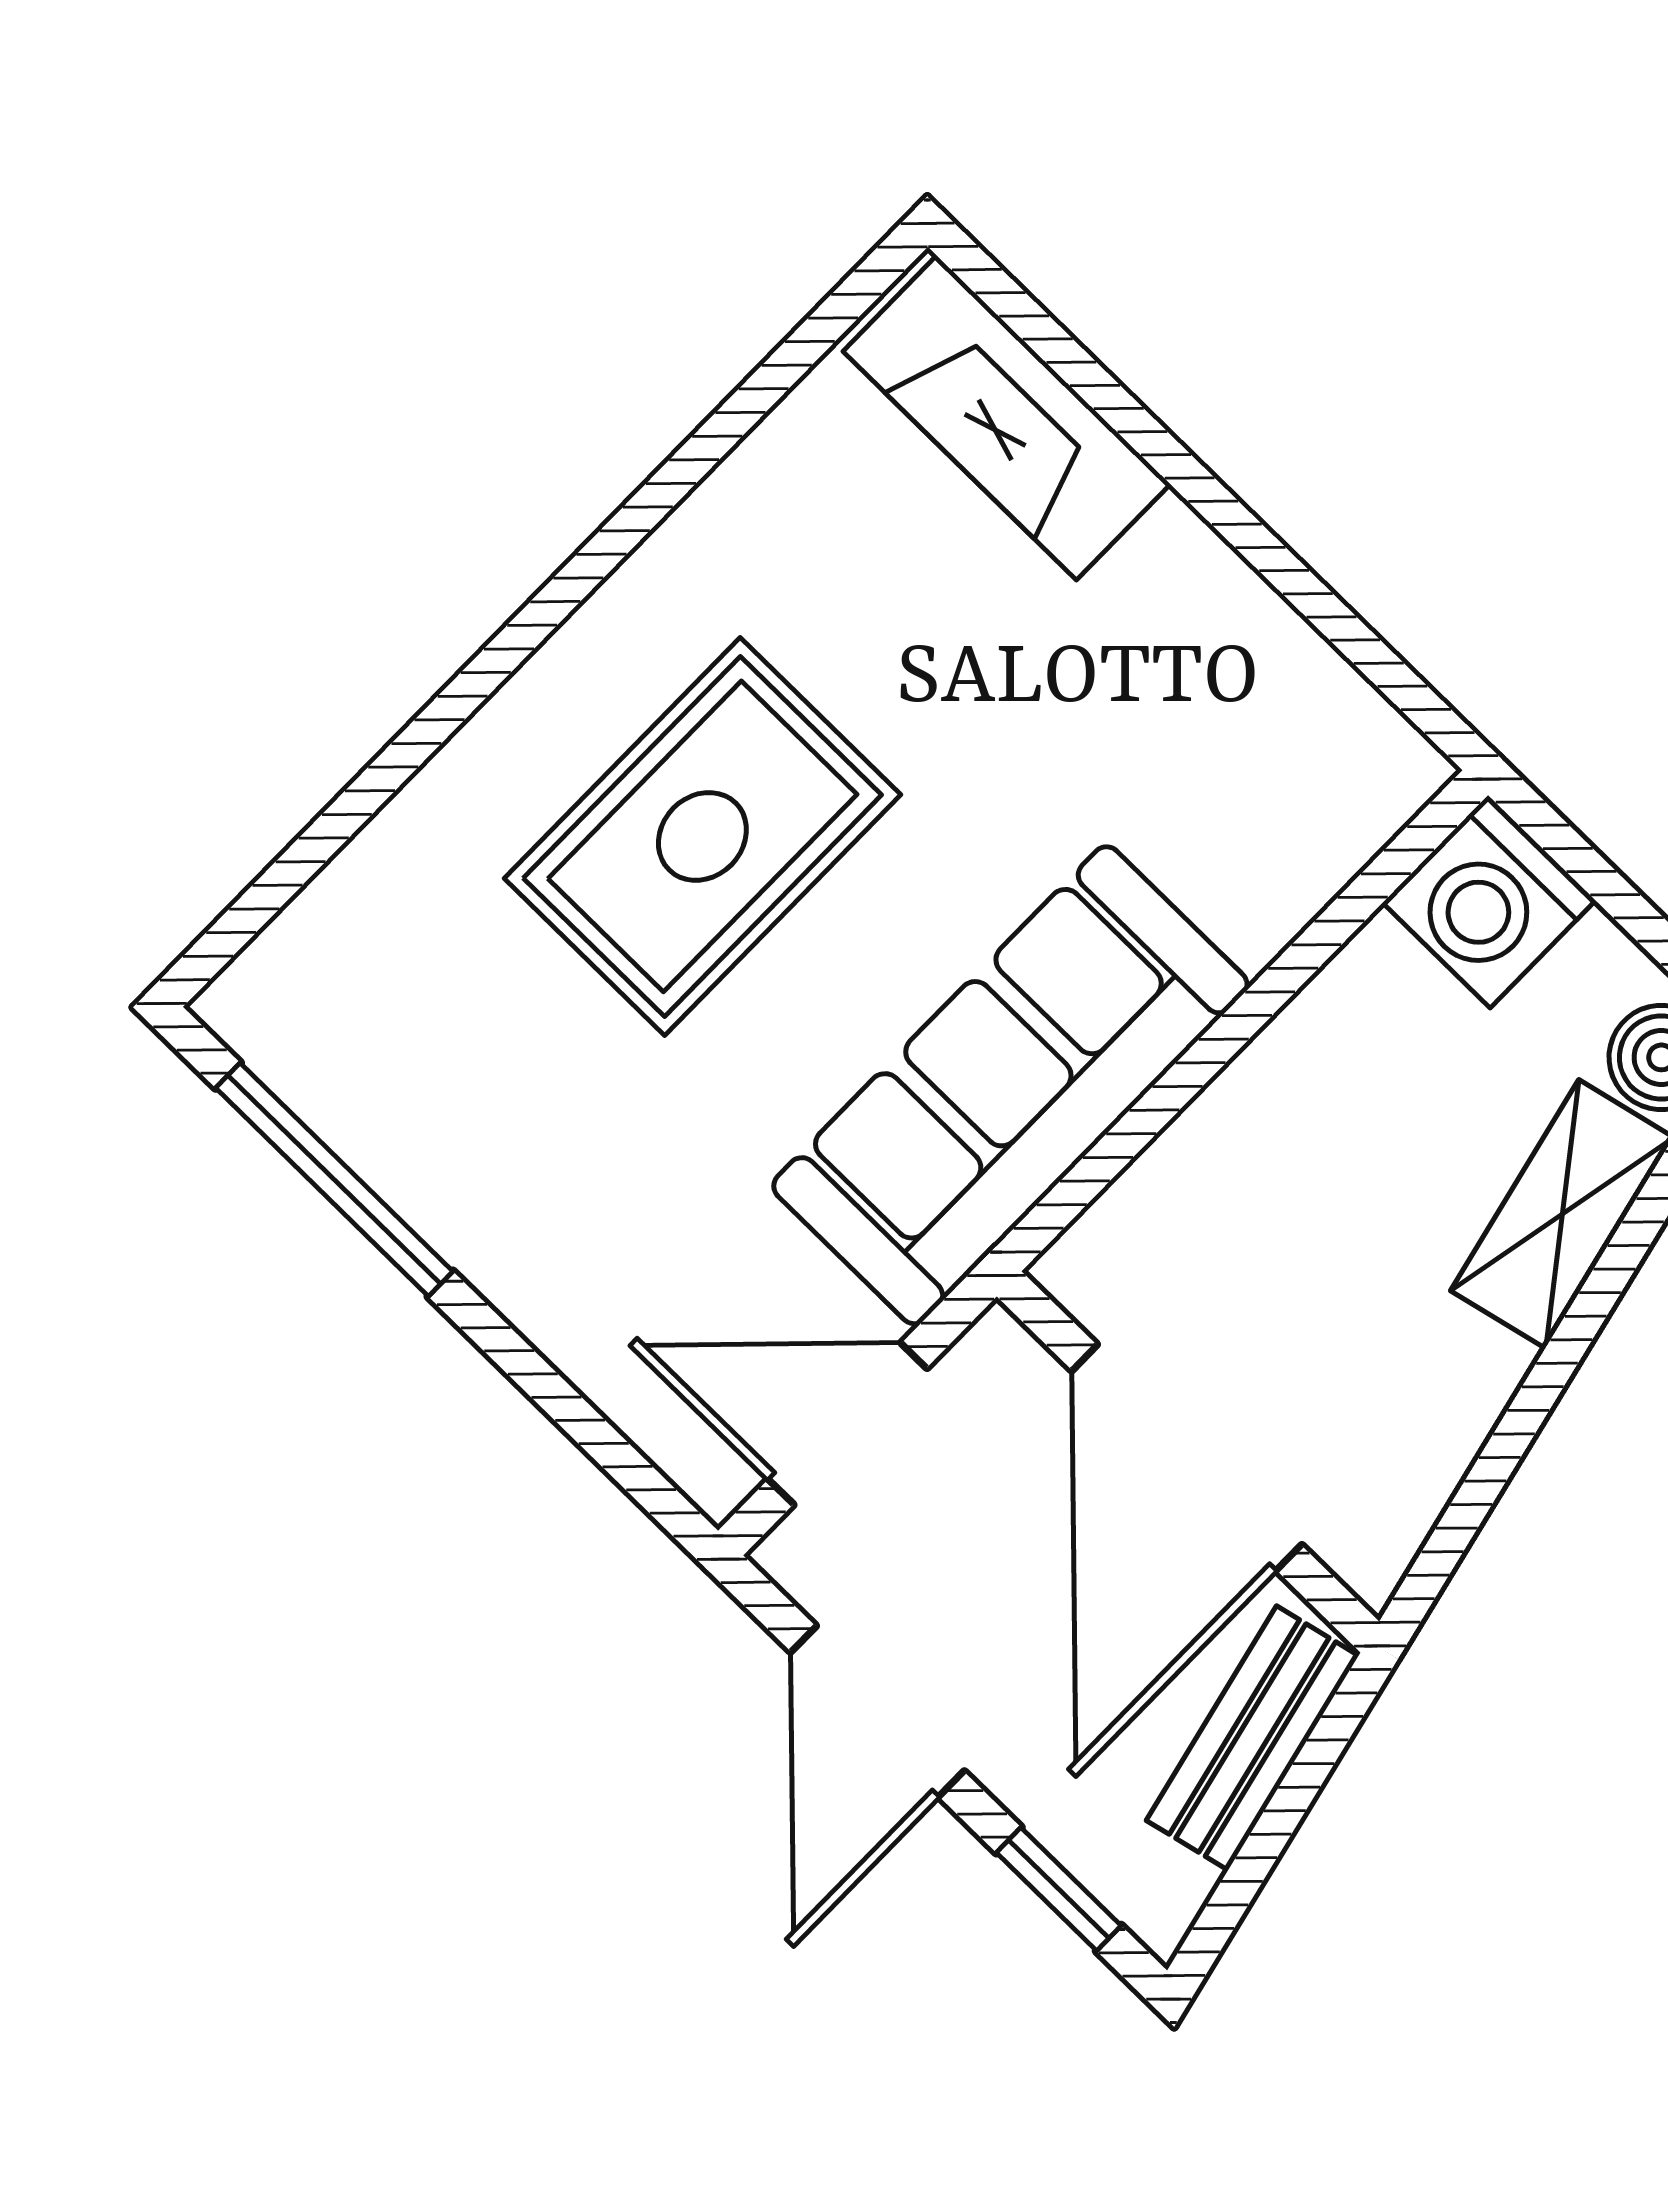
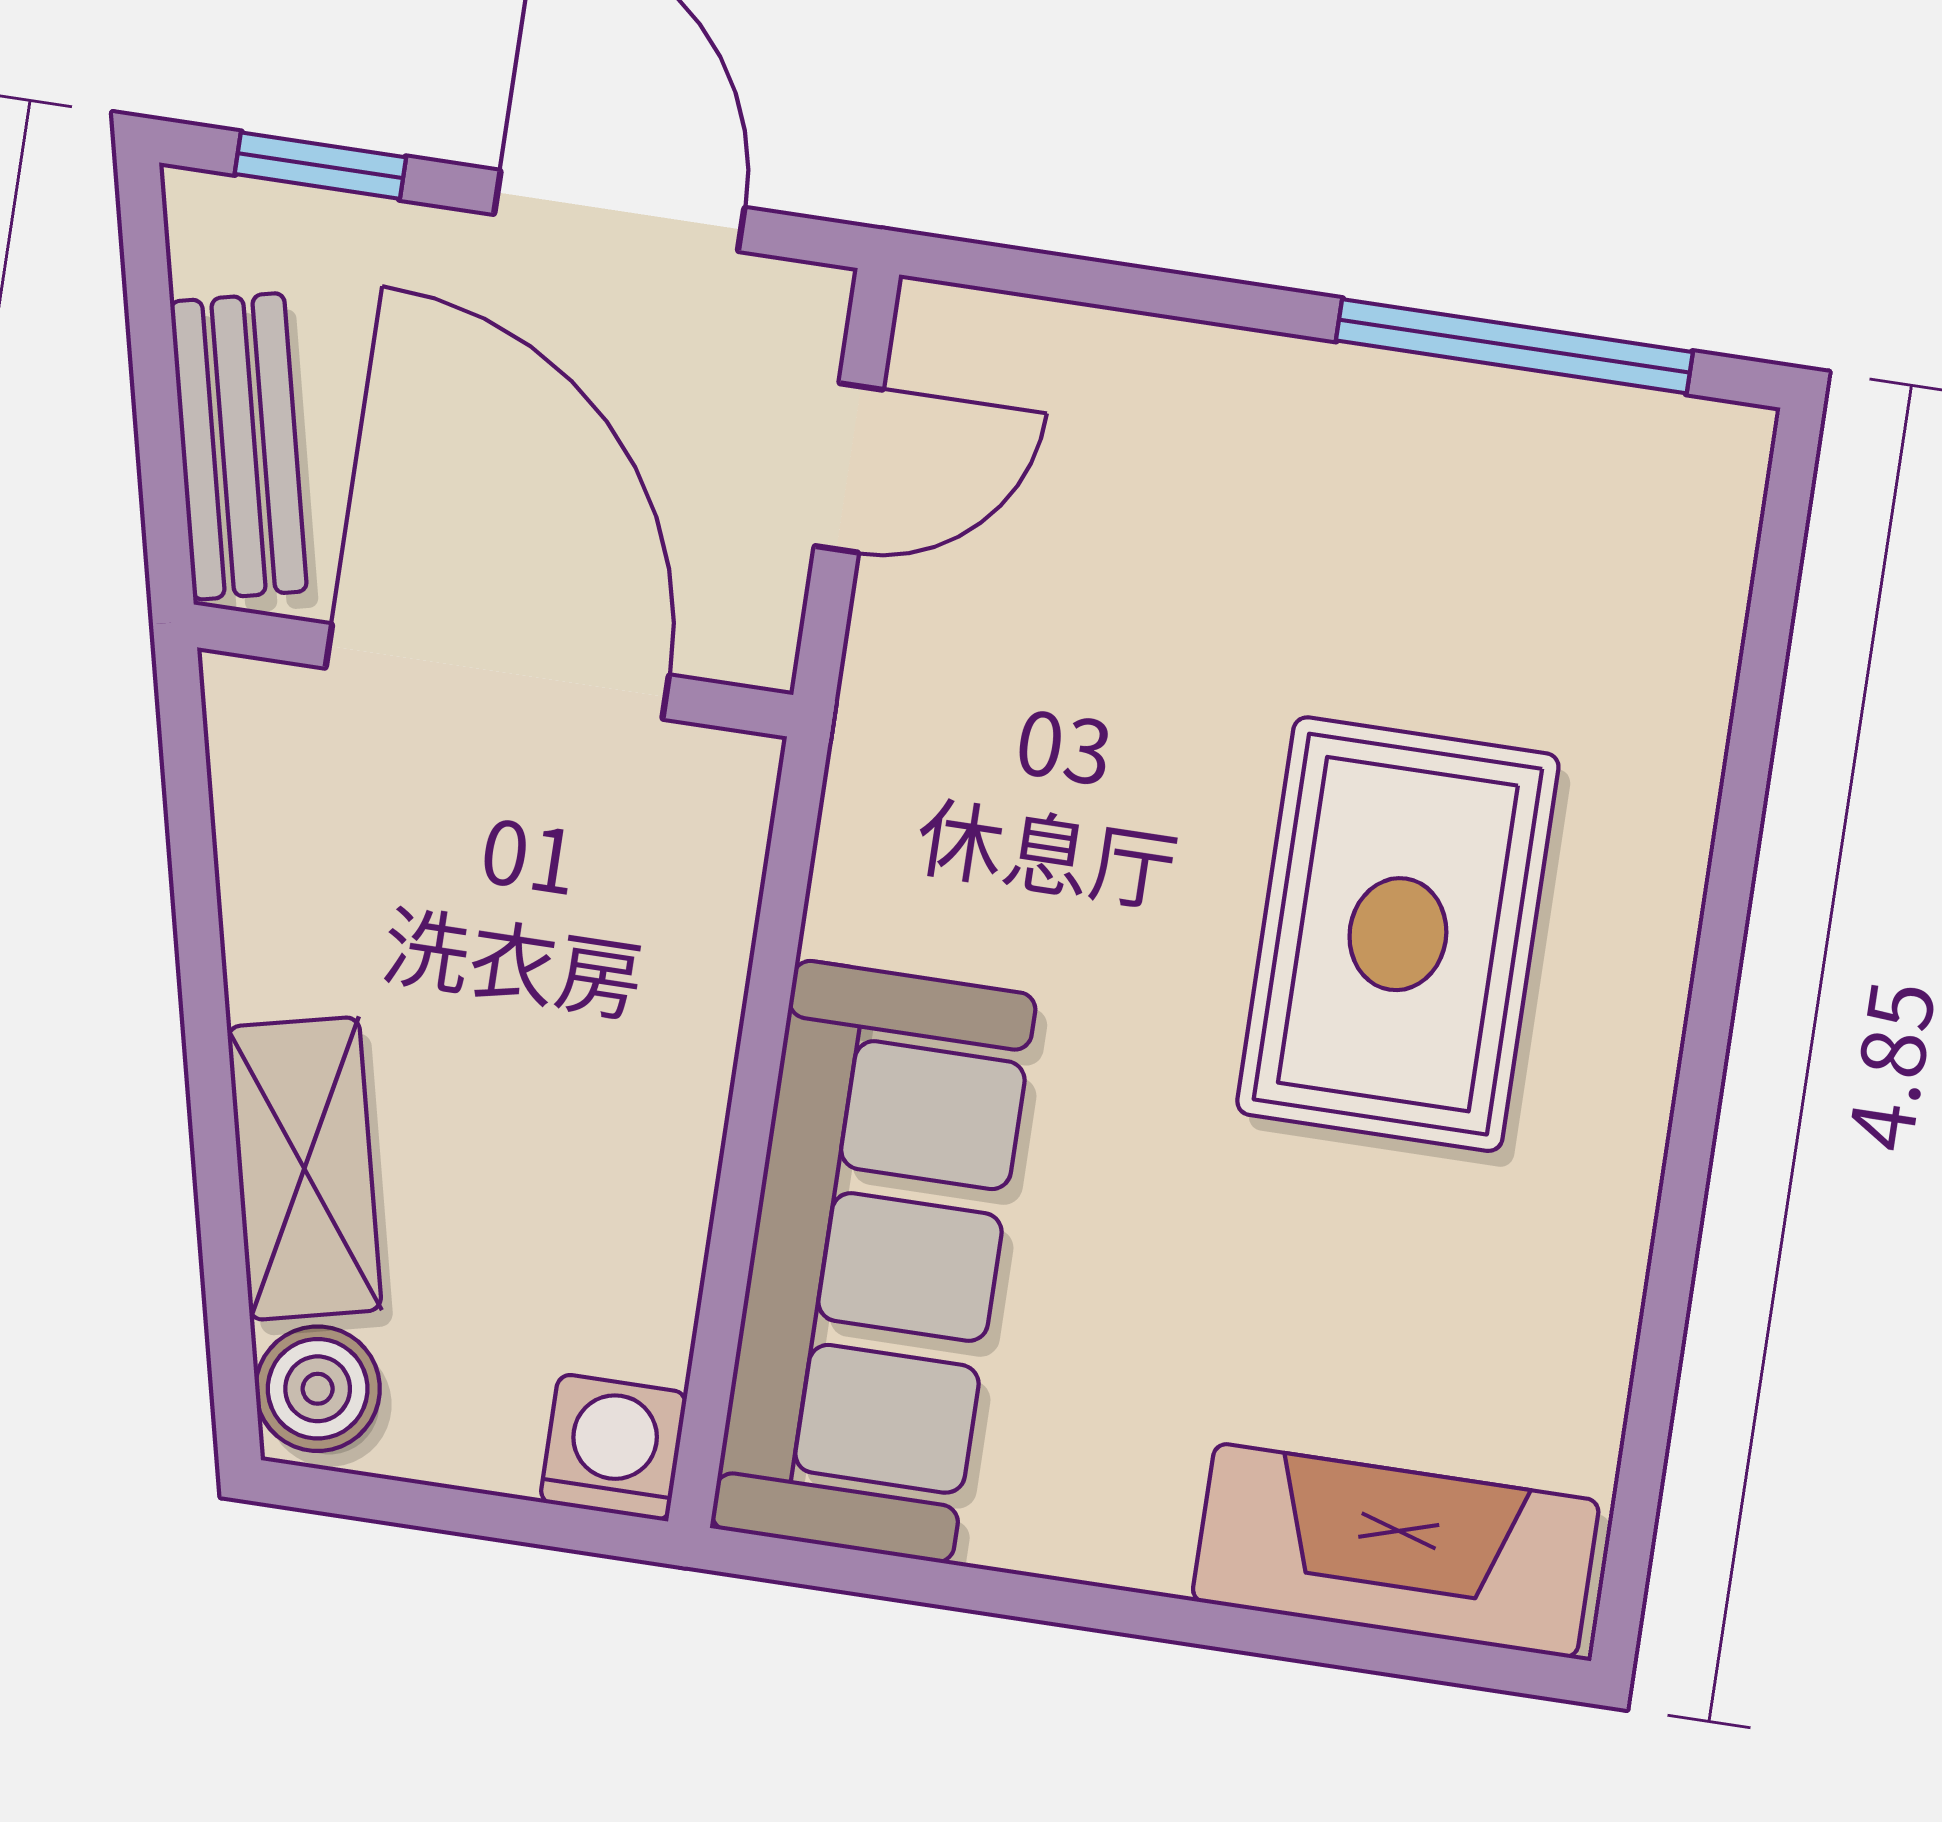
washing machine: (1489, 901) -> (614, 1447), width x0.73, depth x0.73
sofa: (1010, 1085) -> (874, 1261), moved
door: (847, 1424) -> (849, 468), width x0.73

